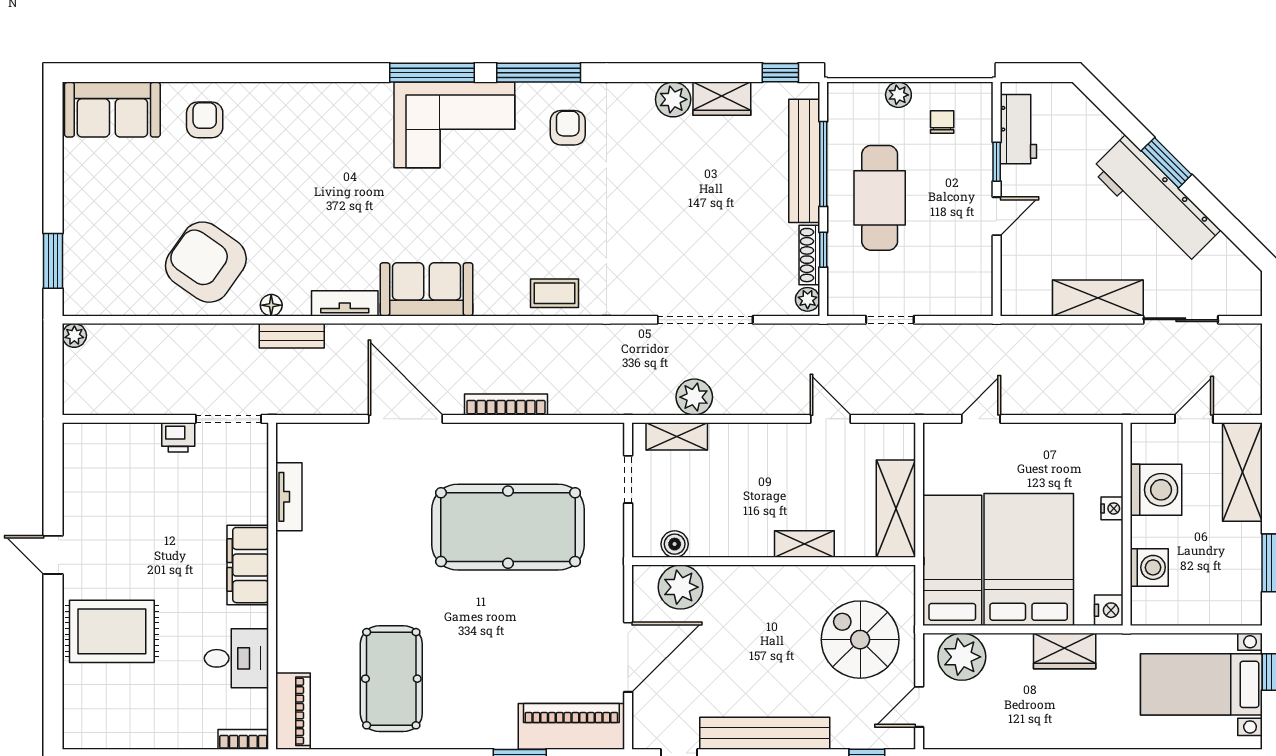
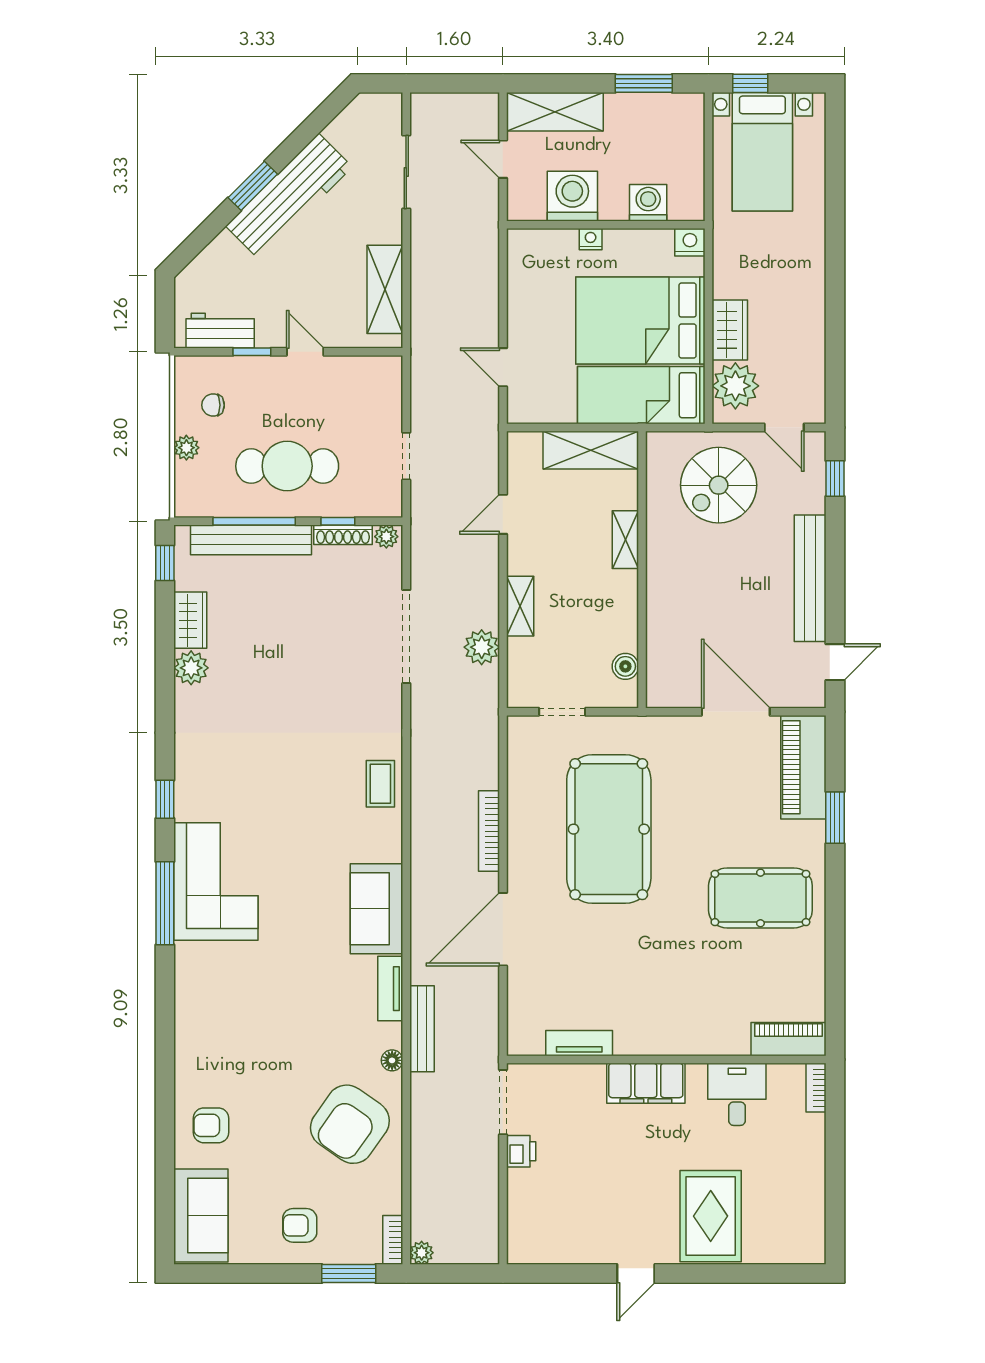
window: (539, 73) -> (165, 799), width x0.46
armchair: (568, 128) -> (300, 1225), moved
shelving: (1098, 298) -> (385, 289), moved
bookcase: (87, 306) -> (393, 1240), added
bench: (292, 336) -> (422, 1029), width x1.36
shelving: (677, 436) -> (520, 606), moved
plant: (681, 587) -> (667, 661), removed
wardrobe: (1065, 651) -> (730, 330), moved
pool table: (391, 679) -> (760, 898), moved

